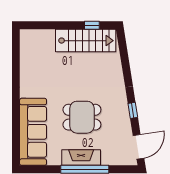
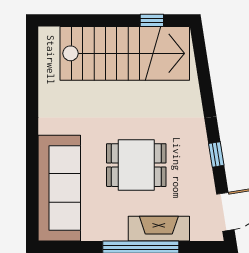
stairs: (86, 41) -> (125, 53), width x1.36, depth x1.51
fireplace: (81, 157) -> (159, 229), moved

